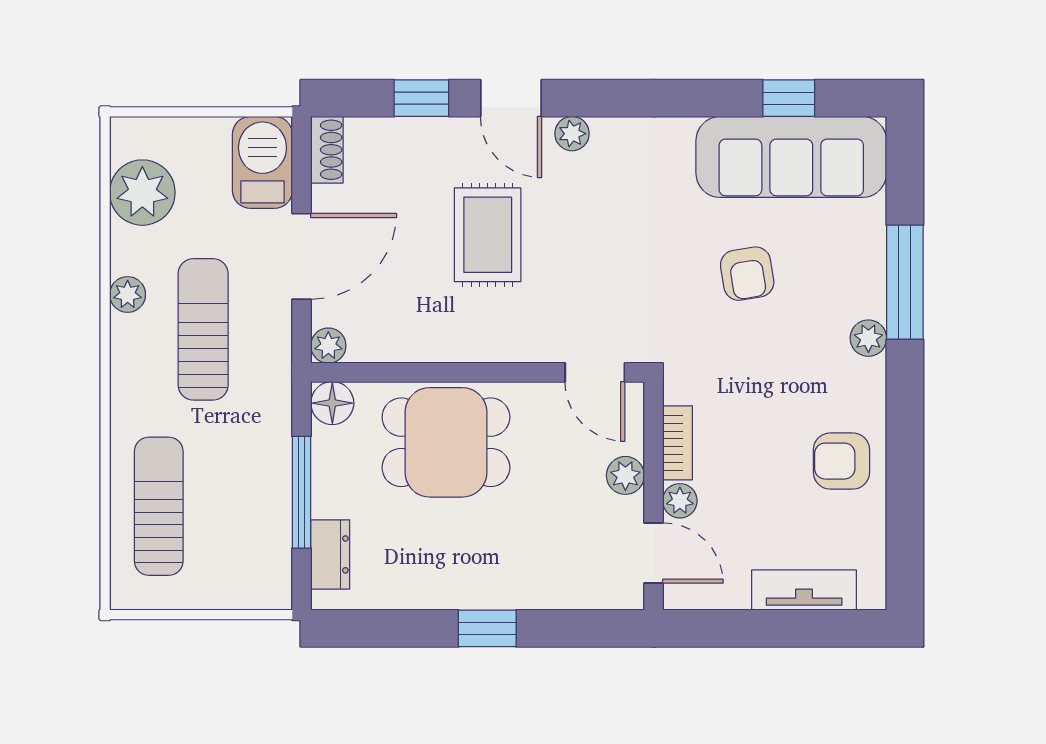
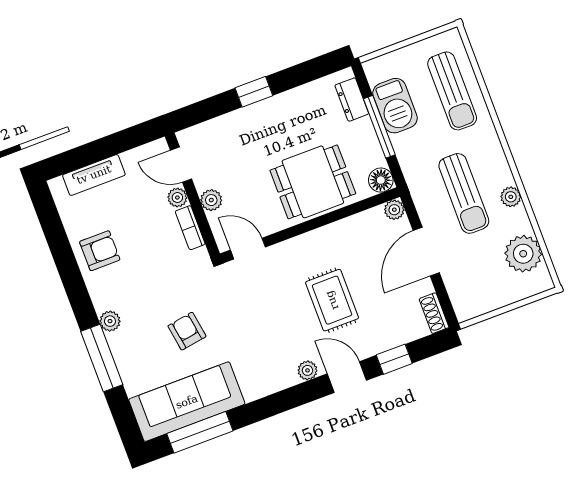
window: (789, 98) -> (200, 432), width x2.17
barbecue: (262, 162) -> (395, 106), moved

